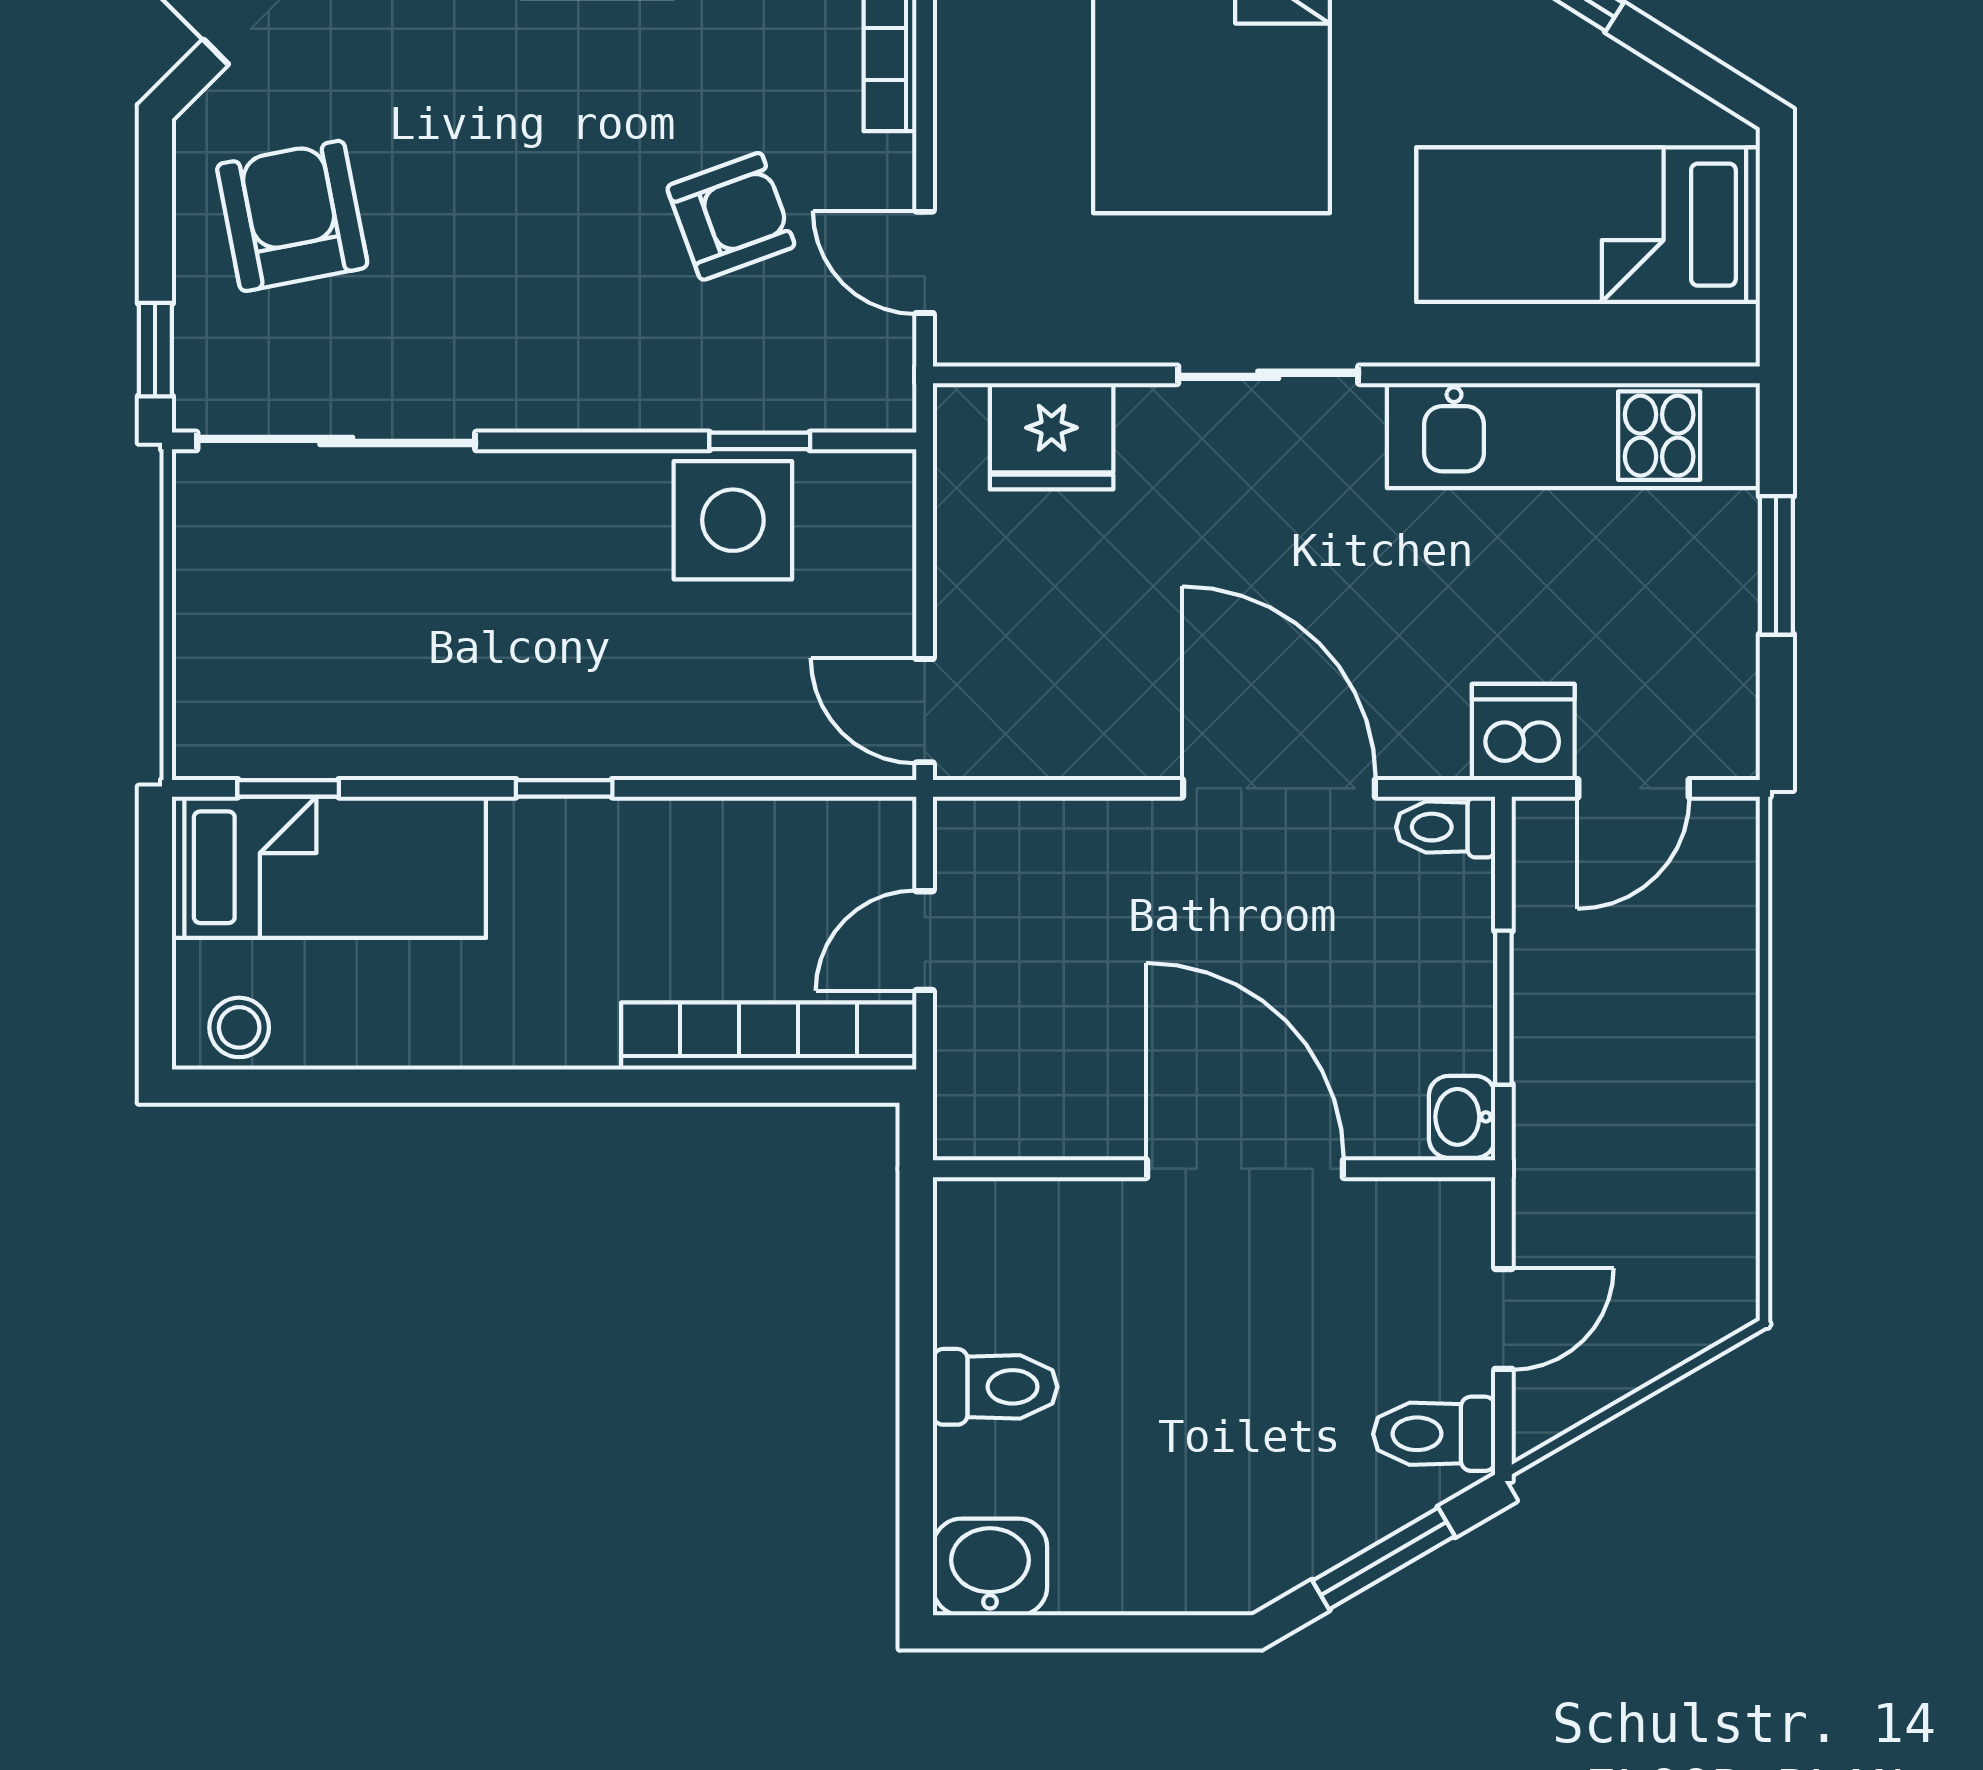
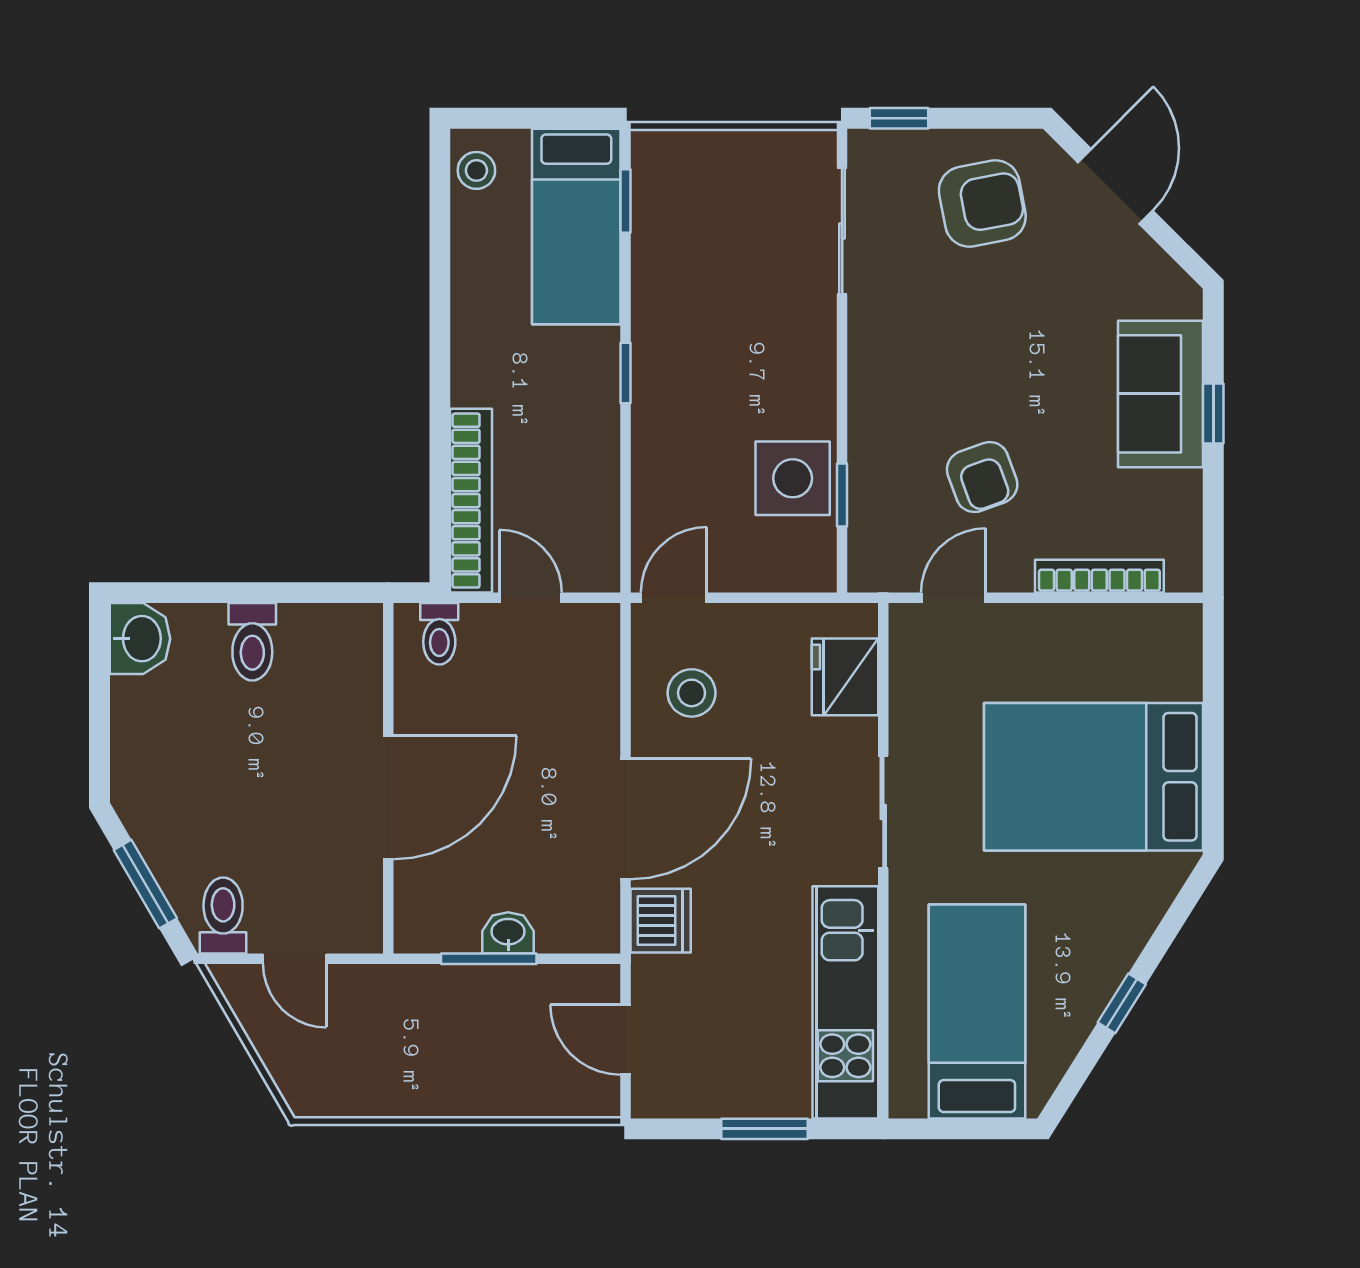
sliding door: (336, 441) -> (842, 231), width x0.73
stool: (1077, 682) -> (692, 693), added
dishwasher: (1523, 732) -> (661, 921), moved
toilet: (1446, 827) -> (439, 634), moved, turned 180
washbasin: (1462, 1117) -> (508, 933), moved

